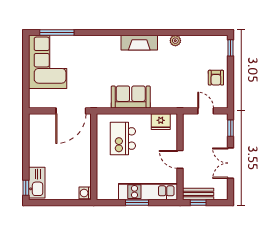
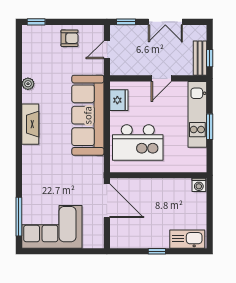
sofa: (131, 97) -> (88, 115), width x1.85, depth x1.27
kitchen island: (123, 138) -> (138, 143), width x1.37, depth x1.28
window: (26, 188) -> (157, 251), moved

